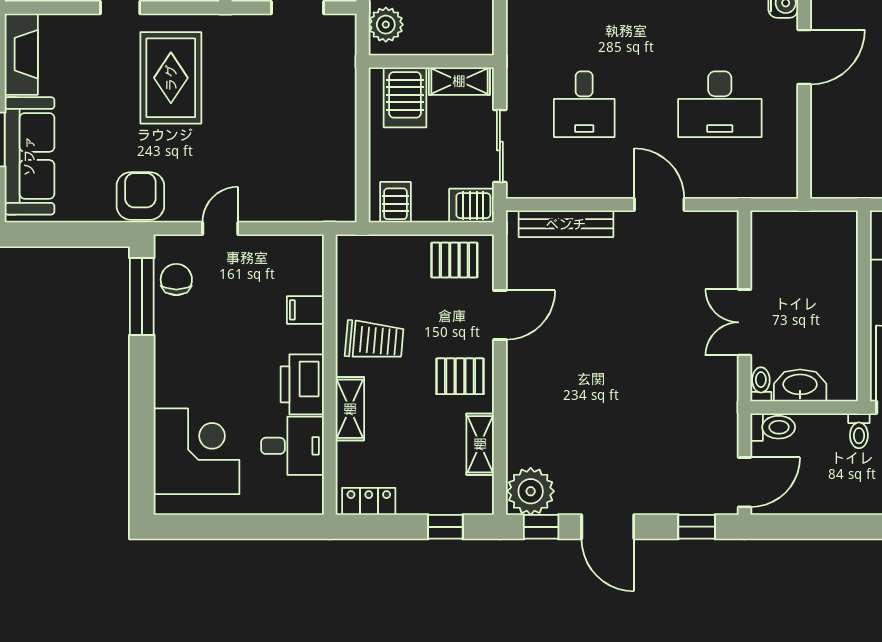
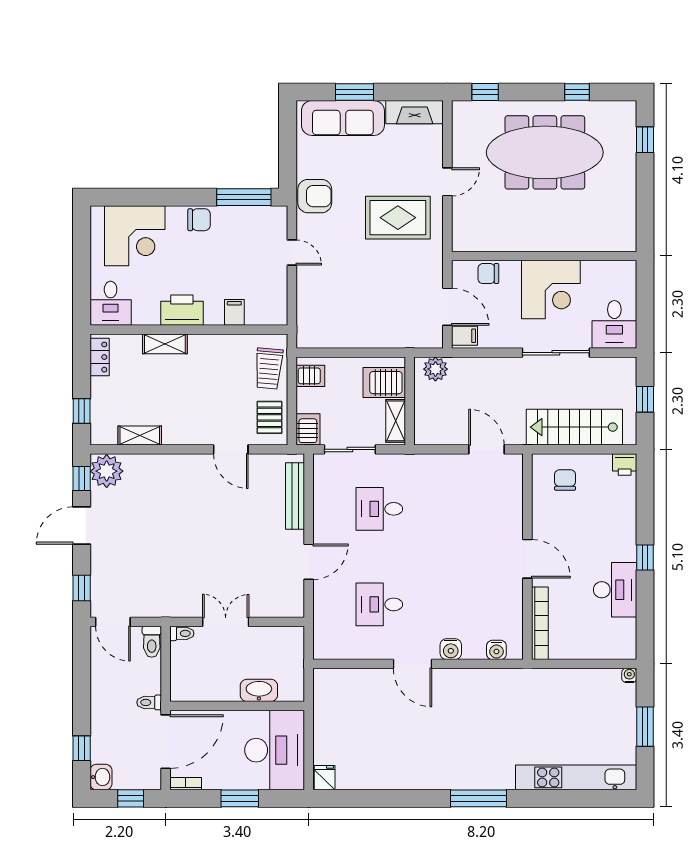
desk: (720, 104) -> (379, 604), width x0.73
chair: (176, 280) -> (199, 220), moved
trolley: (374, 340) -> (269, 369), moved
pallet: (460, 376) -> (188, 421), removed
washbasin: (800, 385) -> (259, 690), moved, turned -90
desk: (292, 446) -> (111, 303), moved

